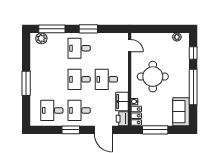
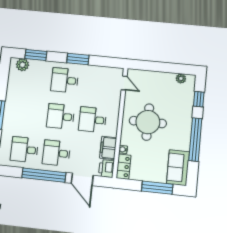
window: (52, 29) -> (36, 55), width x0.69
window: (71, 130) -> (44, 175), width x2.11
window: (155, 130) -> (157, 188), moved

